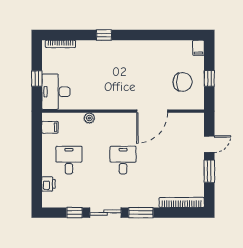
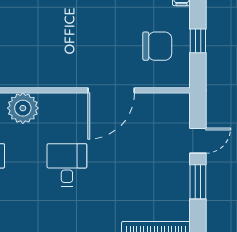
plant: (89, 118) -> (23, 108), width x1.87, depth x1.87

